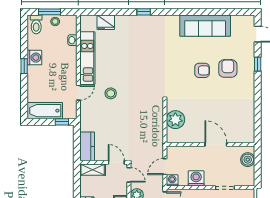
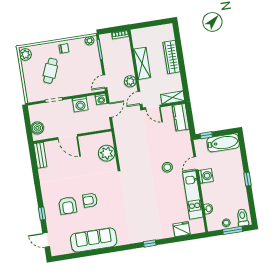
washing machine: (34, 58) -> (206, 176), moved, turned 180
bench: (249, 129) -> (40, 155), added
door: (129, 175) -> (140, 98), hinge flipped

